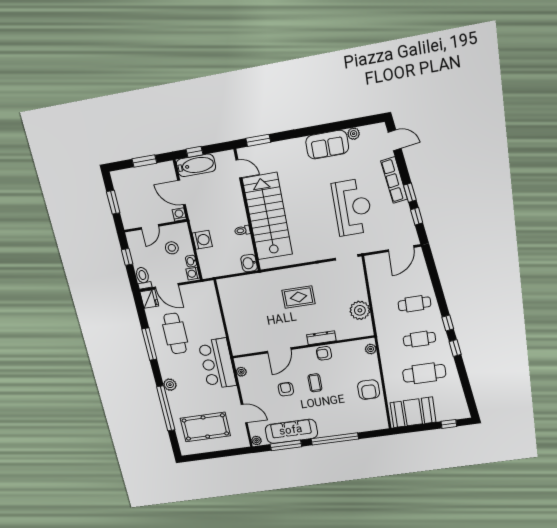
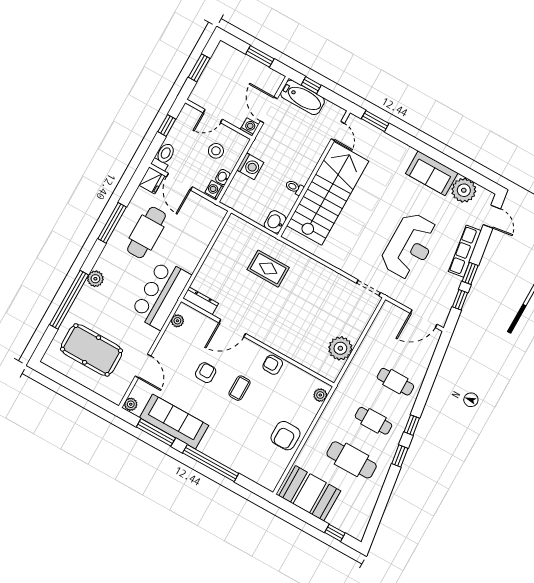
plant: (354, 134) -> (464, 190), width x1.87, depth x1.87
rug: (298, 297) -> (268, 269), moved
dresser: (321, 338) -> (201, 301), moved

